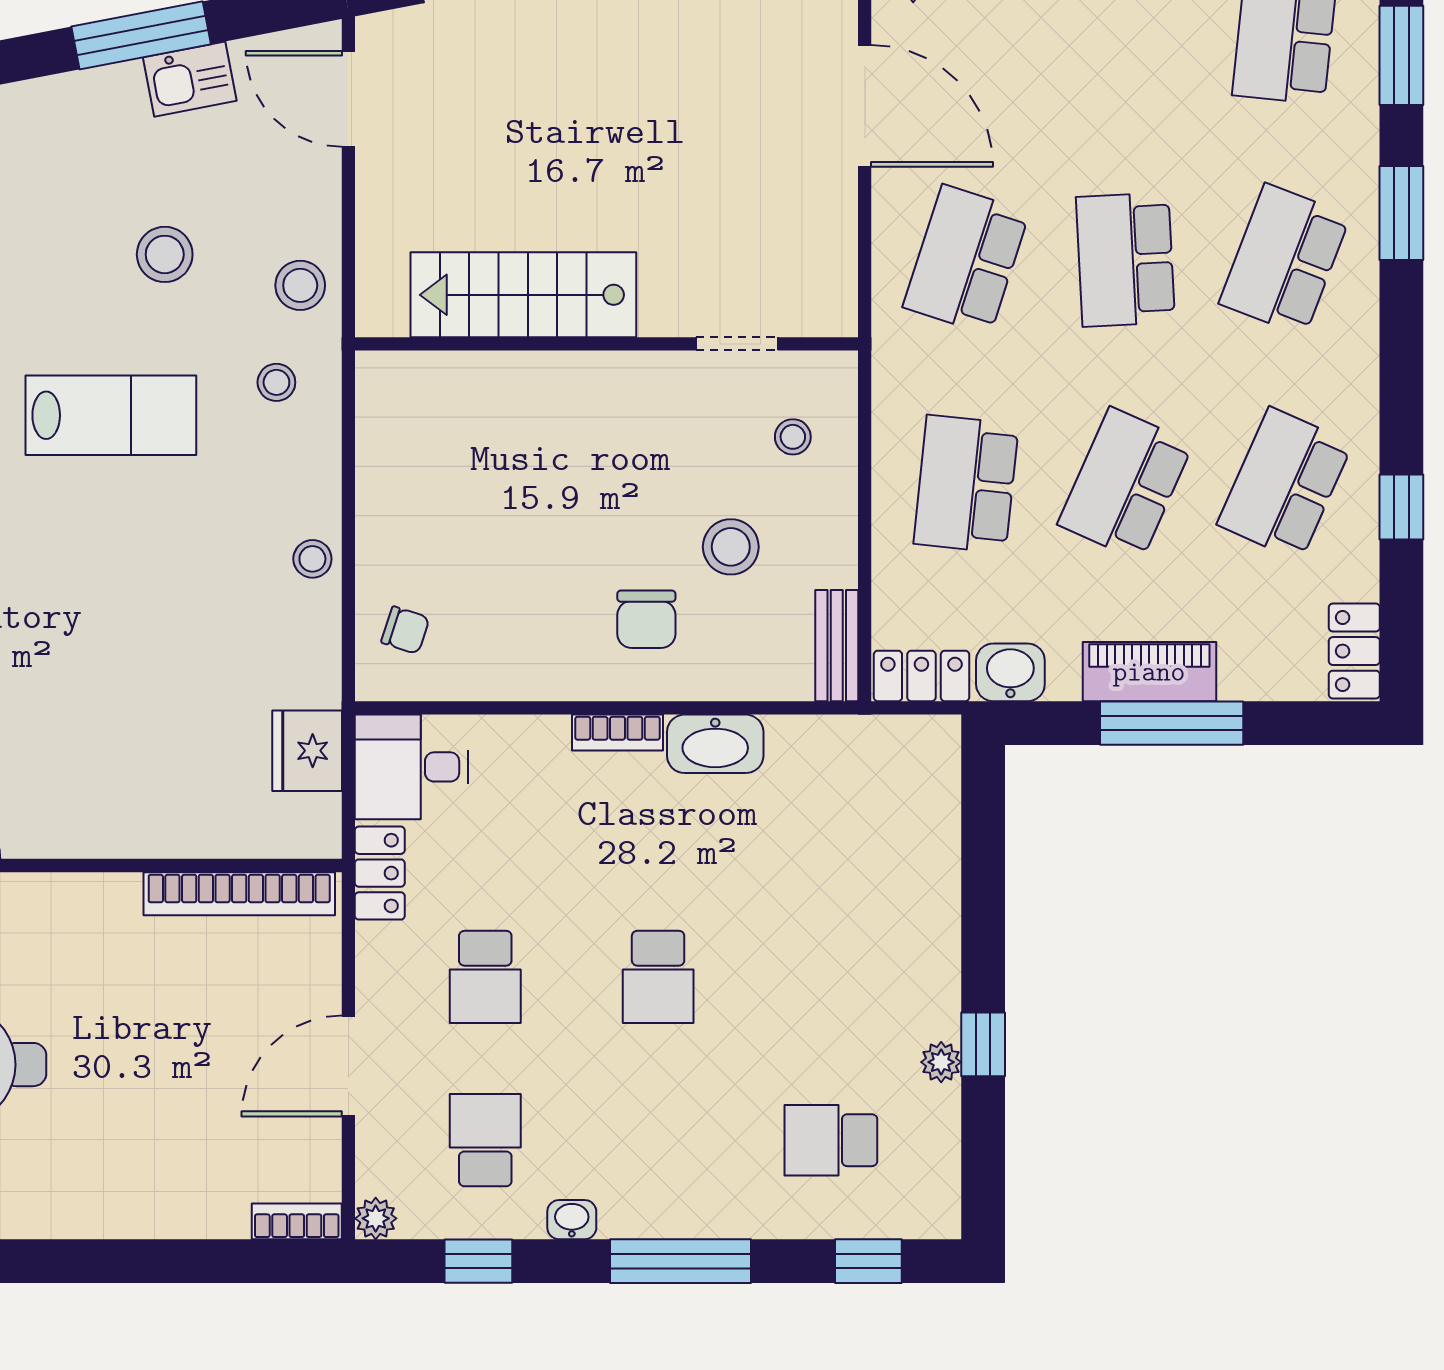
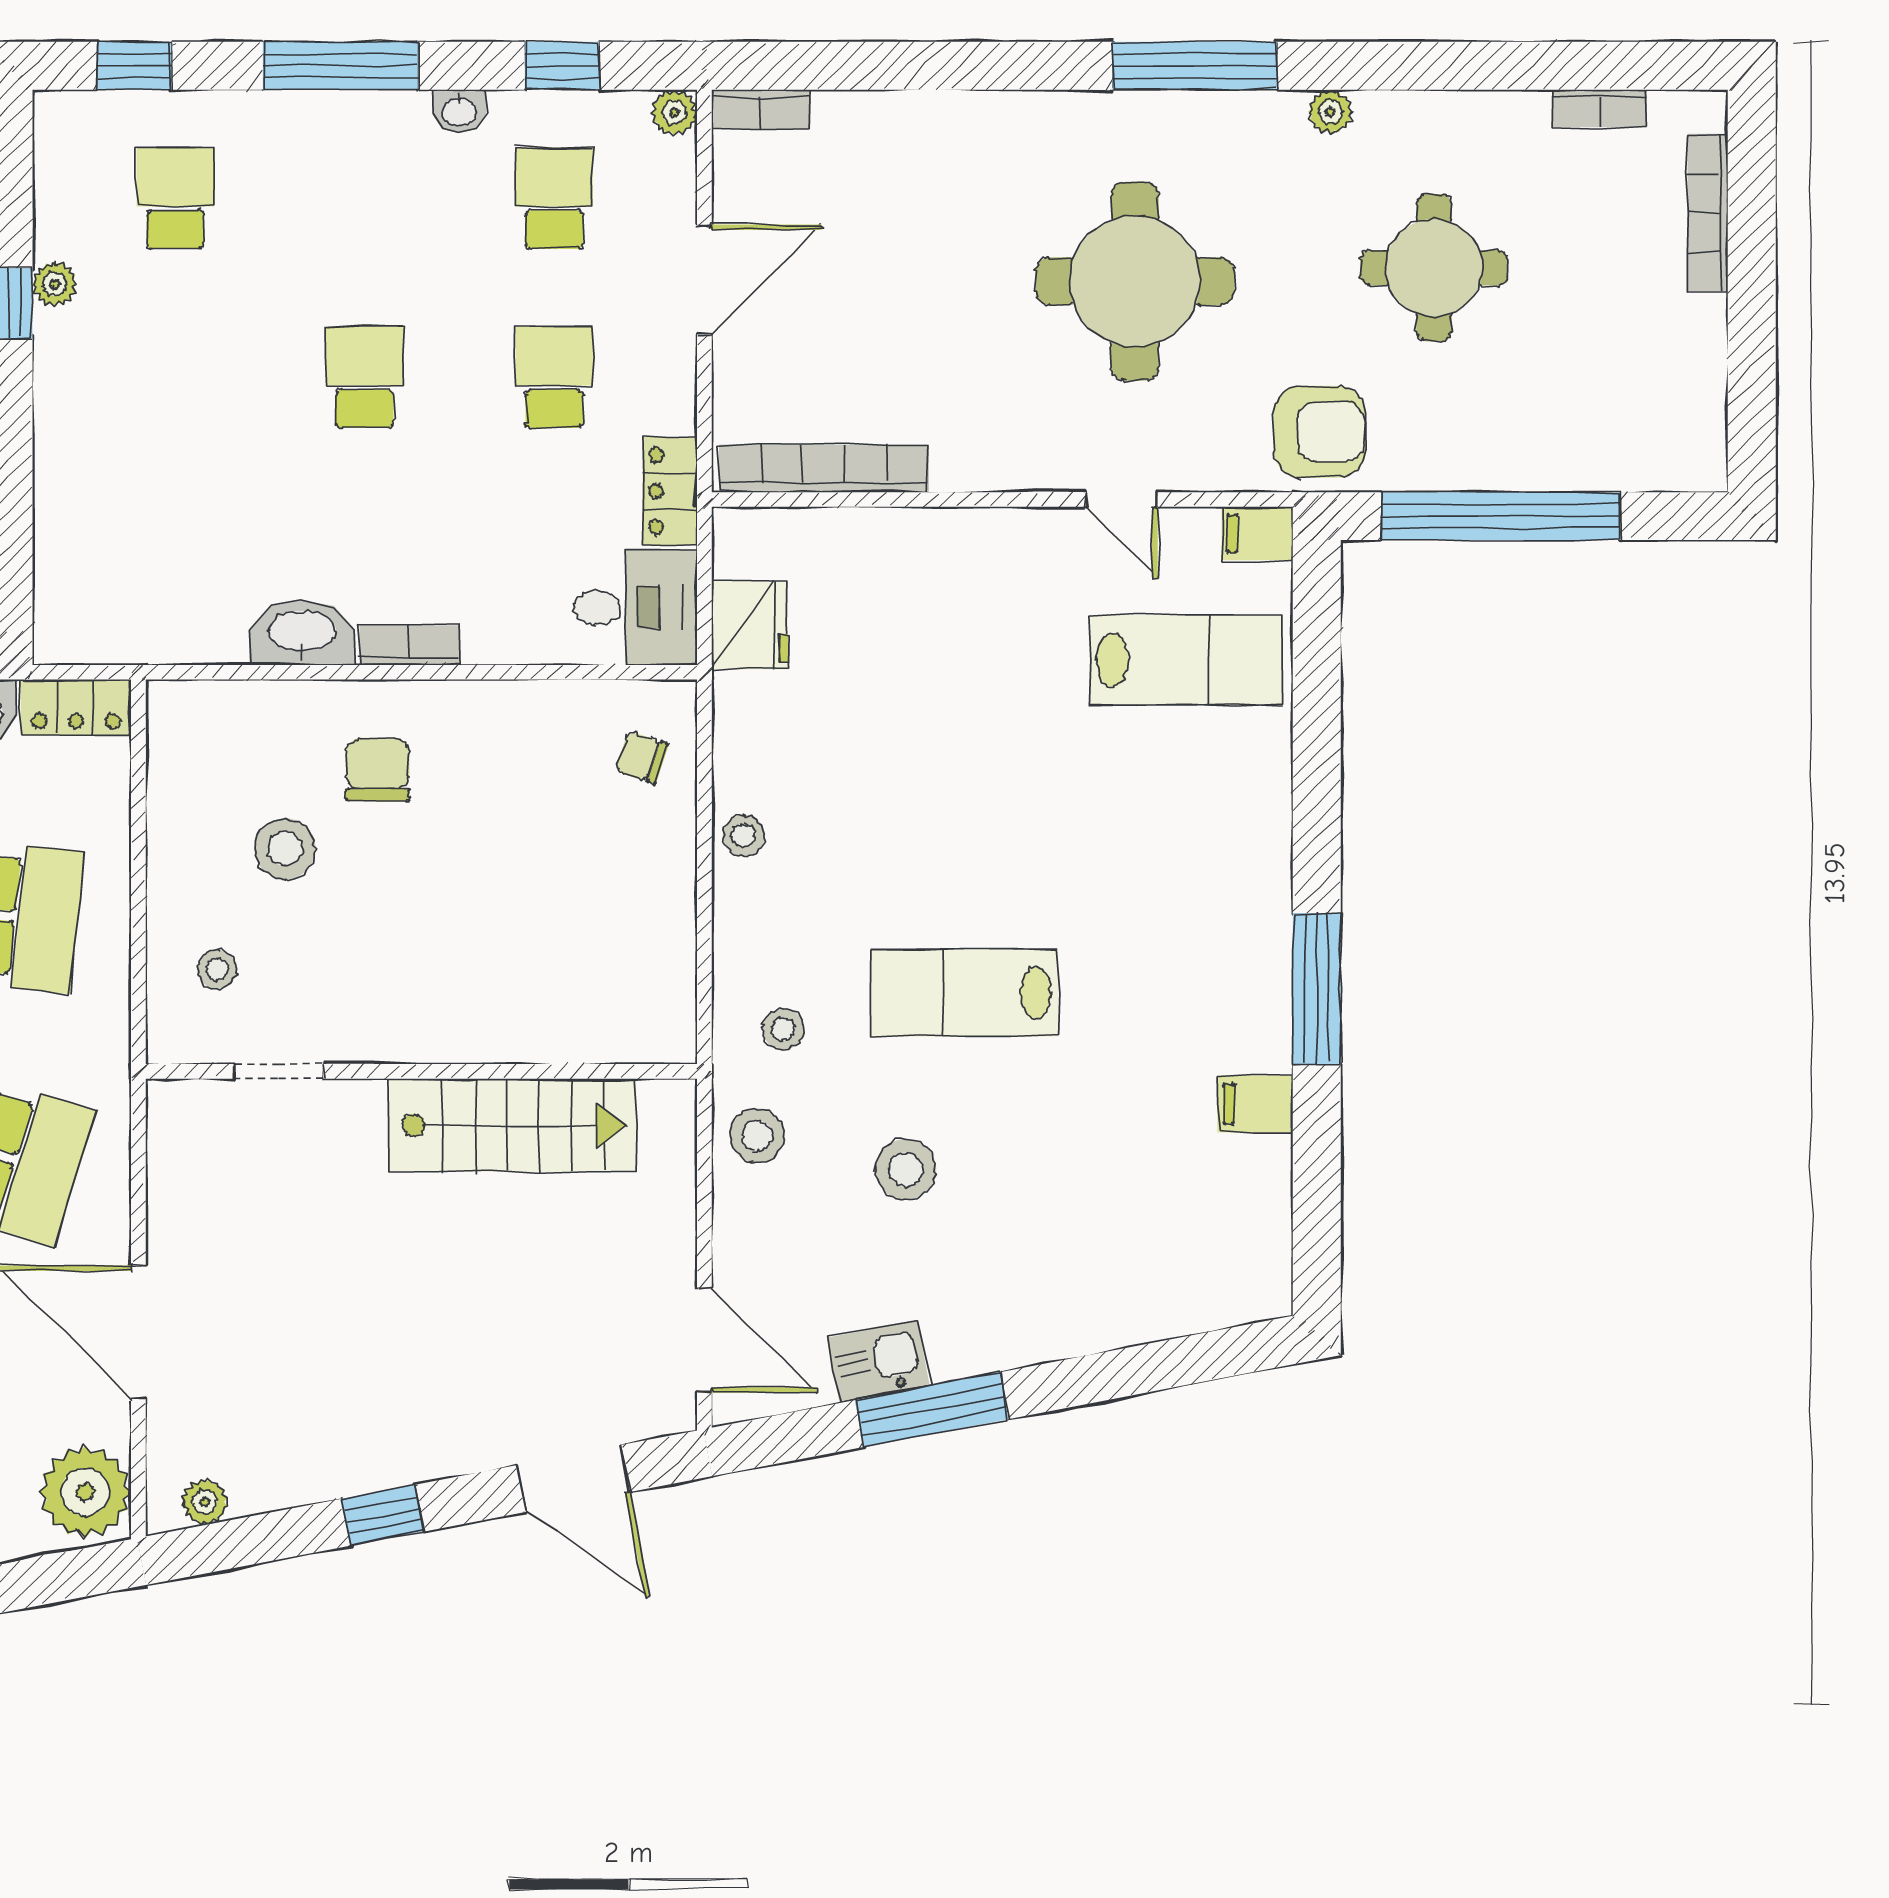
bench: (837, 646) -> (169, 741), removed
school desk: (485, 1140) -> (554, 198), turned 180
school desk: (831, 1140) -> (175, 198), turned -90

